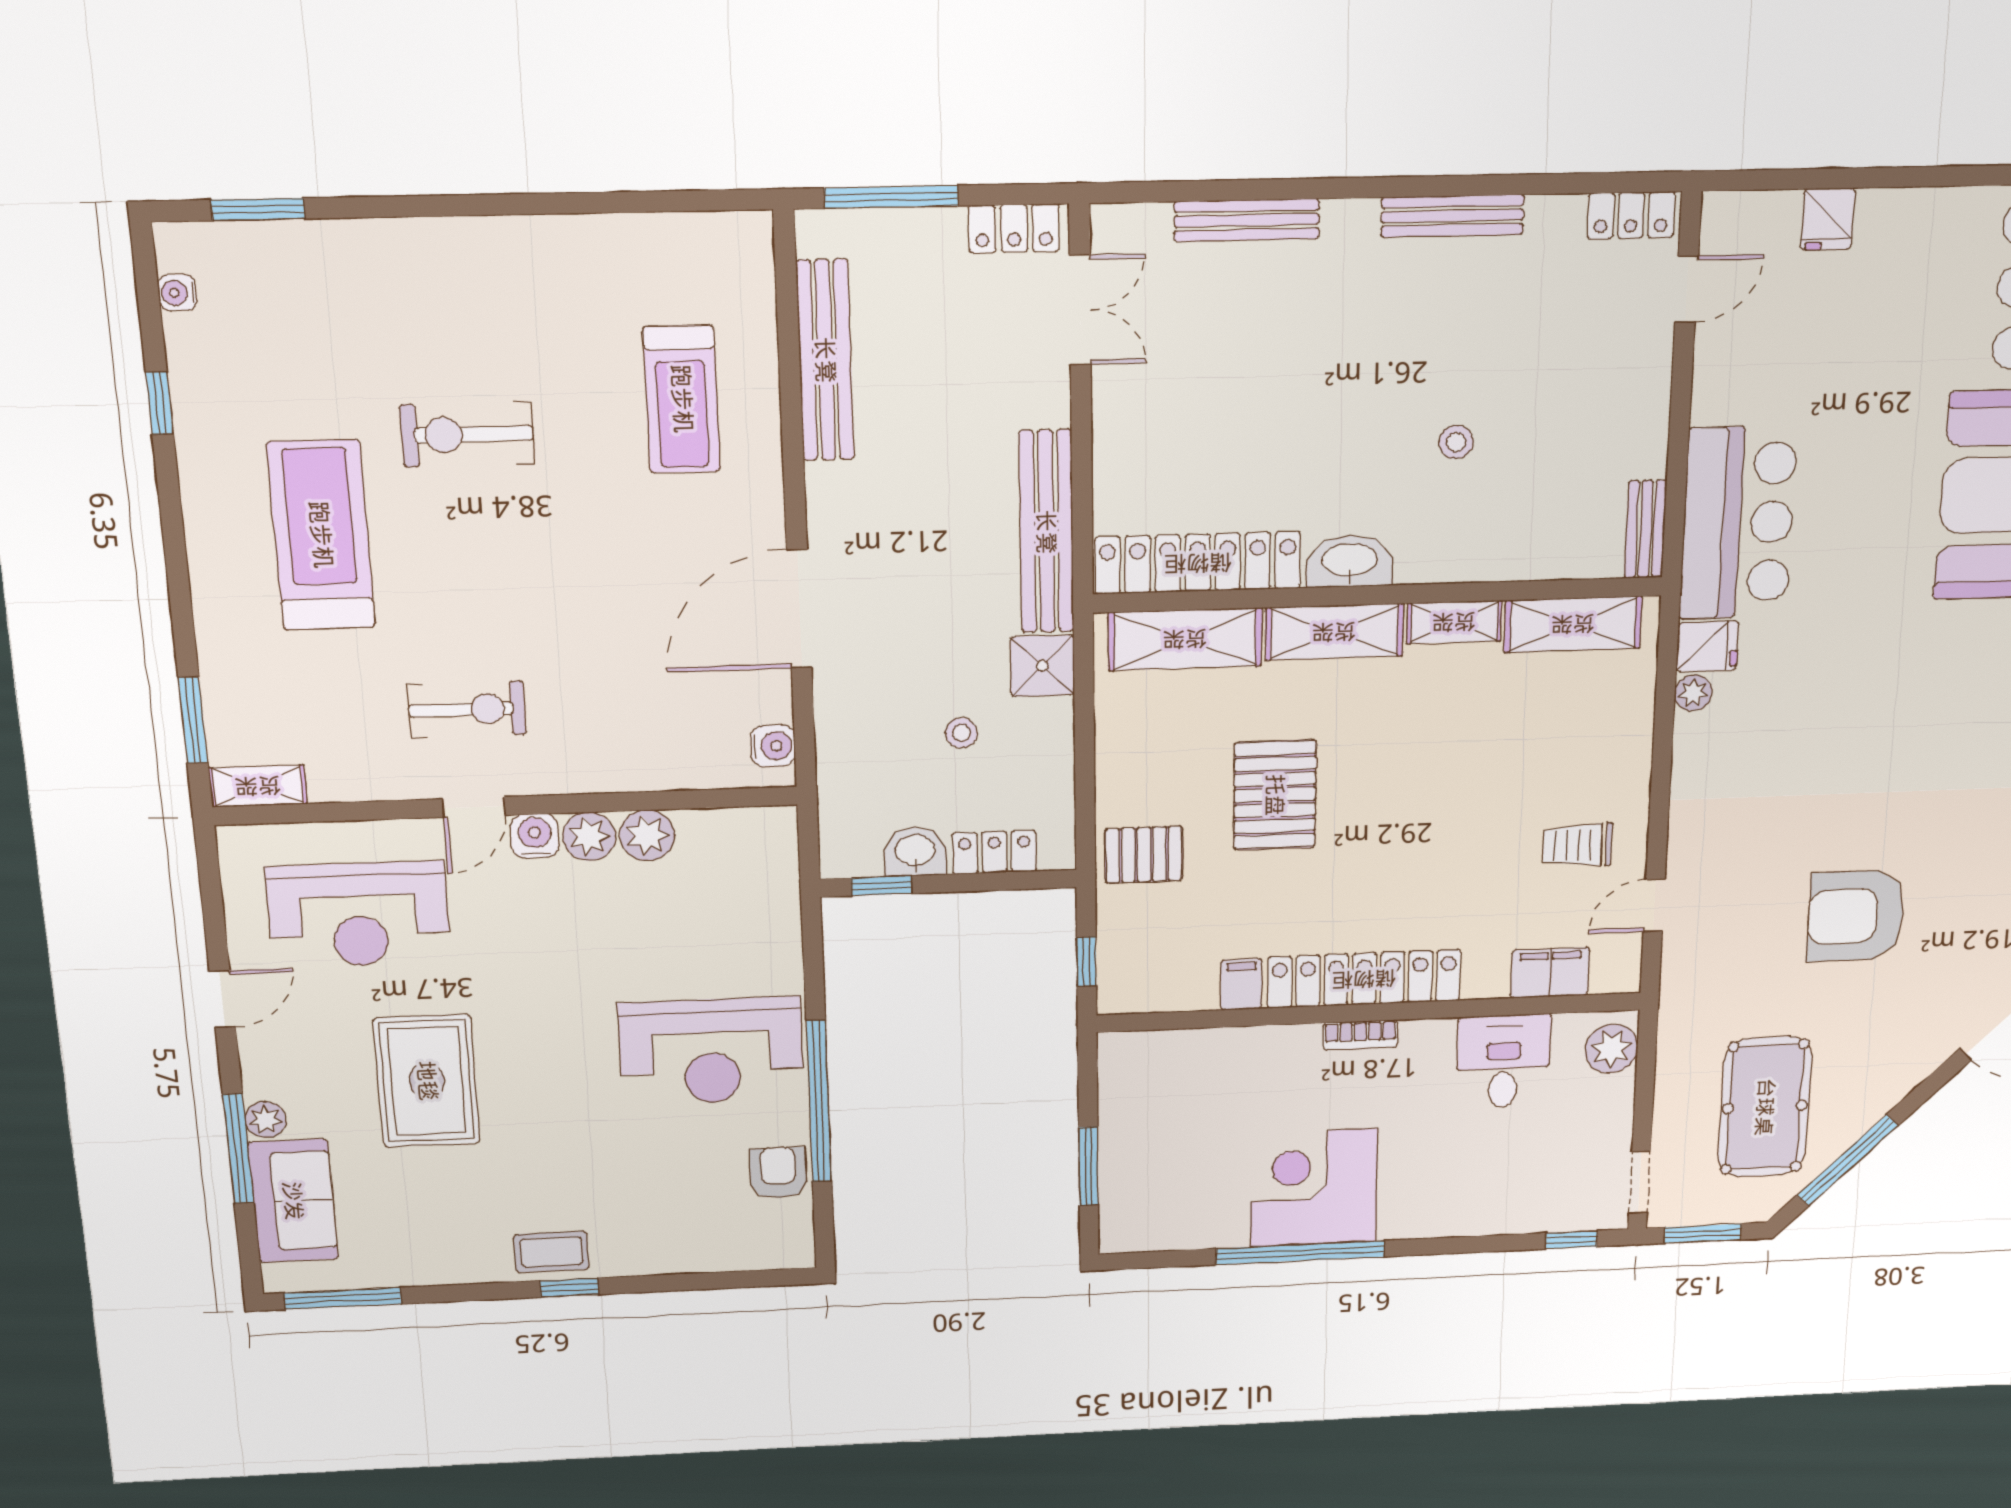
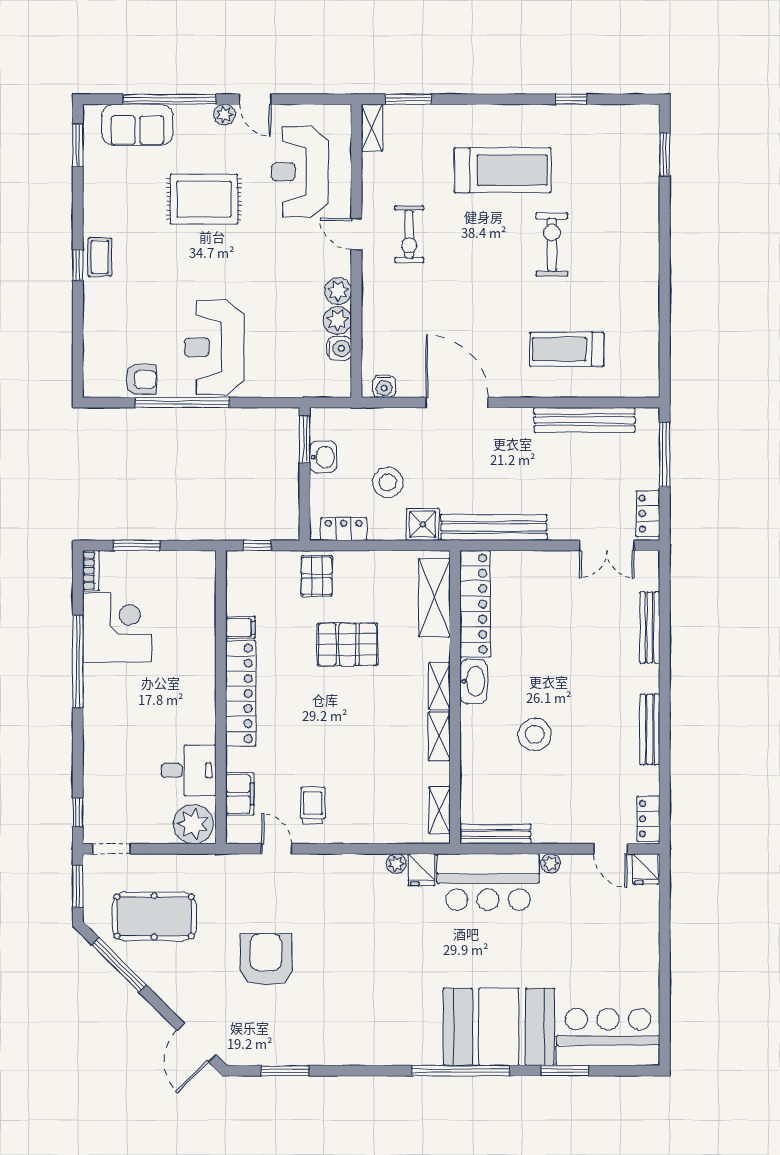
fridge: (1828, 219) -> (646, 869), moved, turned -90
water cooler: (177, 293) -> (625, 113), removed
plant: (1709, 405) -> (551, 863), added
stool: (1456, 442) -> (535, 735), width x1.89, depth x1.89
bench: (1645, 529) -> (495, 834), width x1.36
shelving: (1573, 624) -> (439, 810), width x0.67, depth x0.75
shelving: (1334, 632) -> (439, 686), width x0.67, depth x0.75
stool: (961, 733) -> (388, 482), width x1.89, depth x1.89
water cooler: (535, 836) -> (339, 348), moved
locker: (994, 852) -> (344, 529), moved, turned -90
window: (882, 886) -> (305, 439), width x1.50
bookcase: (1360, 1035) -> (91, 571), moved, turned 180
plant: (1611, 1049) -> (193, 824), width x1.36, depth x1.36
plant: (265, 1120) -> (224, 115), moved
window: (238, 1149) -> (169, 99), width x1.46
corner desk: (1314, 1188) -> (117, 627), moved
window: (343, 1298) -> (78, 145), width x0.69

